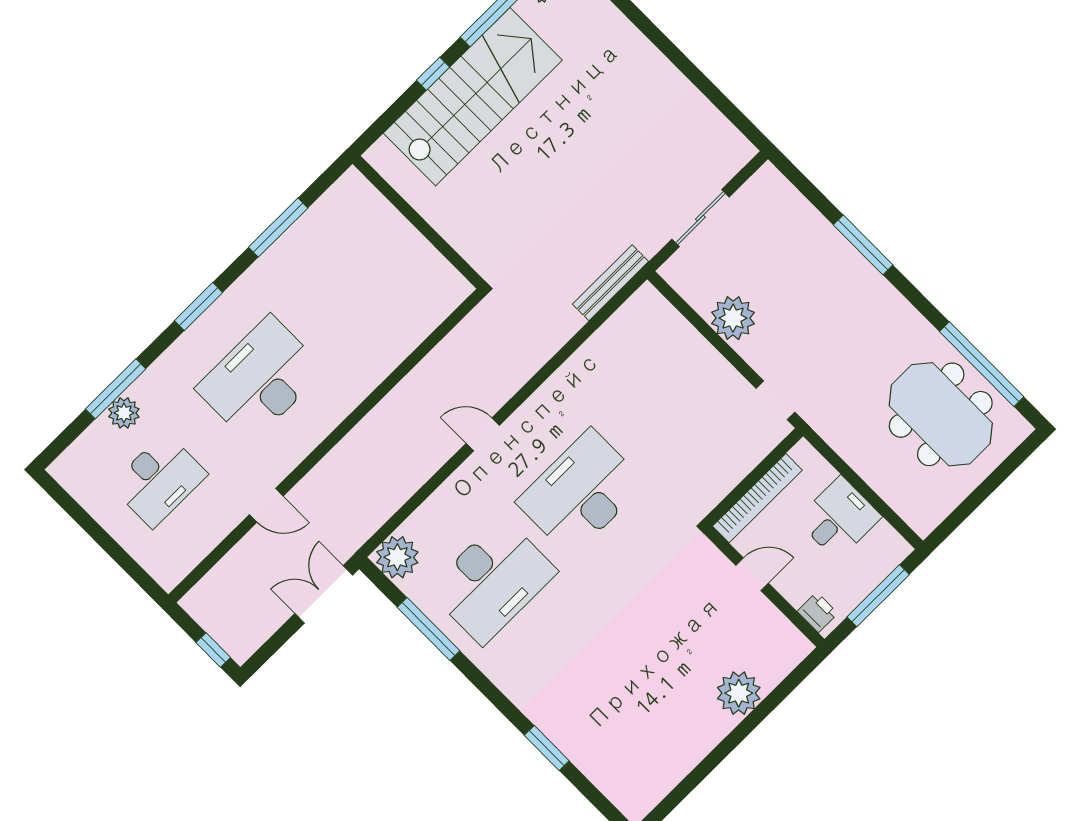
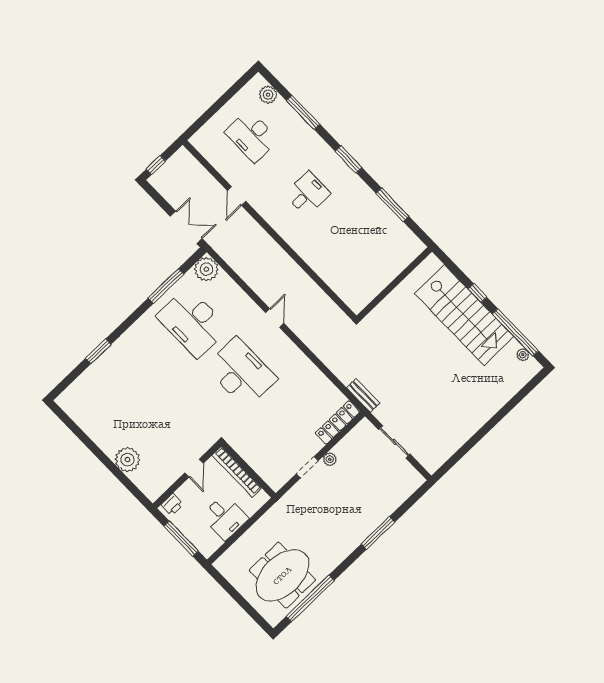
bench: (611, 283) -> (363, 395), width x0.73
plant: (733, 318) -> (330, 459), width x0.53, depth x0.53
locker: (667, 320) -> (338, 422), added
desk: (260, 379) -> (307, 194), width x0.53, depth x0.77
doorway: (775, 400) -> (307, 467), moved
plant: (124, 413) -> (268, 95), moved

